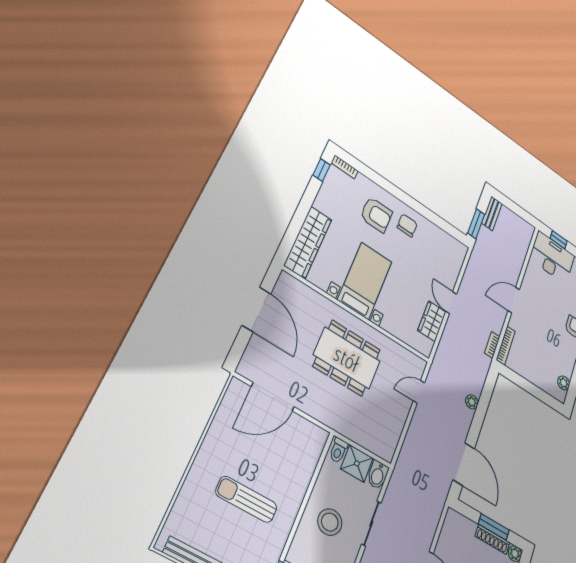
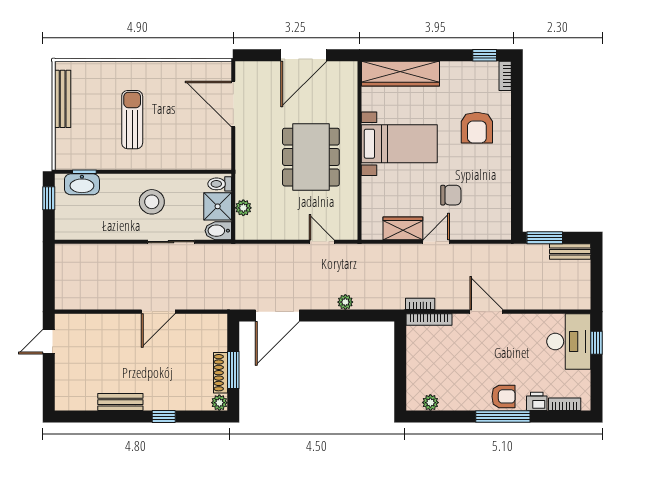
chair: (407, 225) -> (451, 195), moved
plant: (367, 441) -> (243, 208), added

